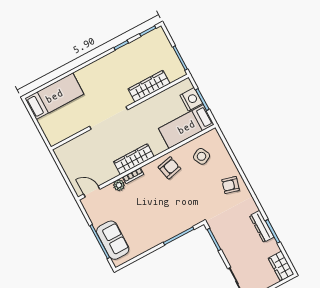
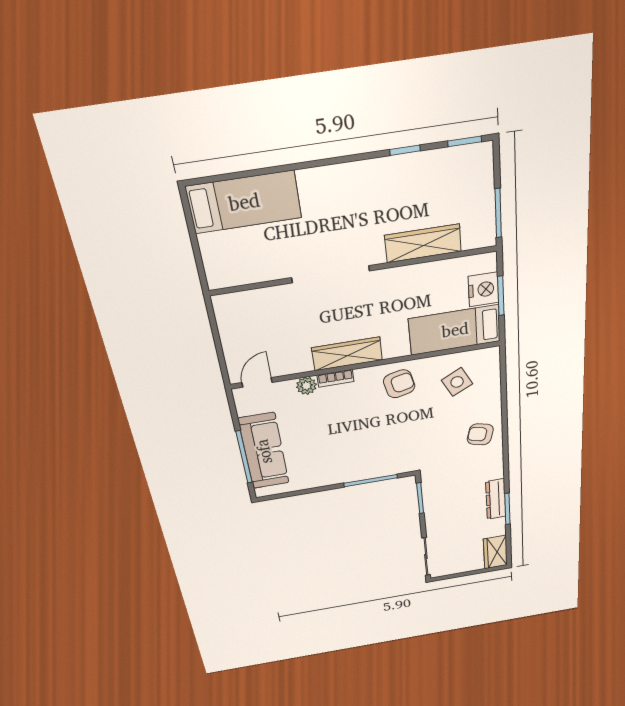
door: (92, 192) -> (257, 382), hinge flipped
sofa: (113, 240) -> (264, 451), width x1.36

